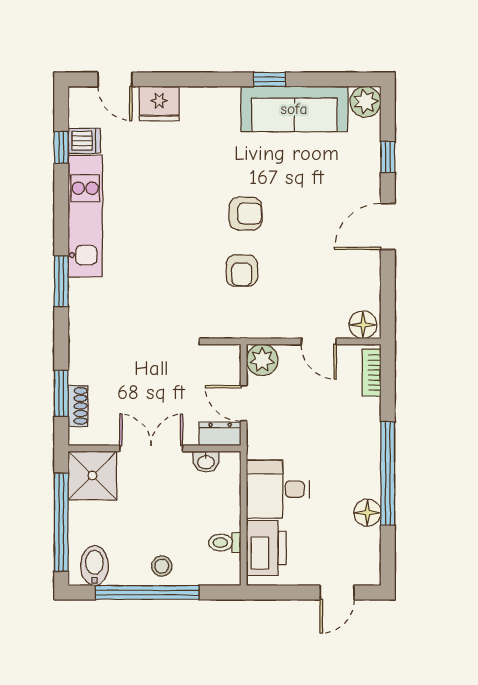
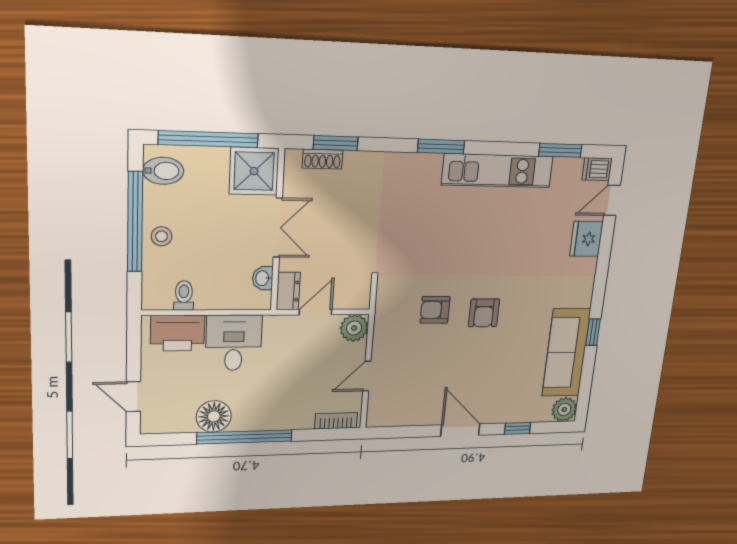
dishwasher: (84, 141) -> (597, 169), moved, turned 90
window: (61, 148) -> (560, 150), width x1.50
floor lamp: (363, 325) -> (379, 413), removed
floor lamp: (367, 513) -> (214, 416), width x1.38, depth x1.38

